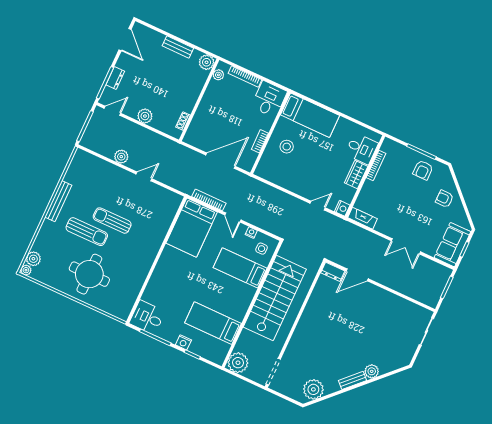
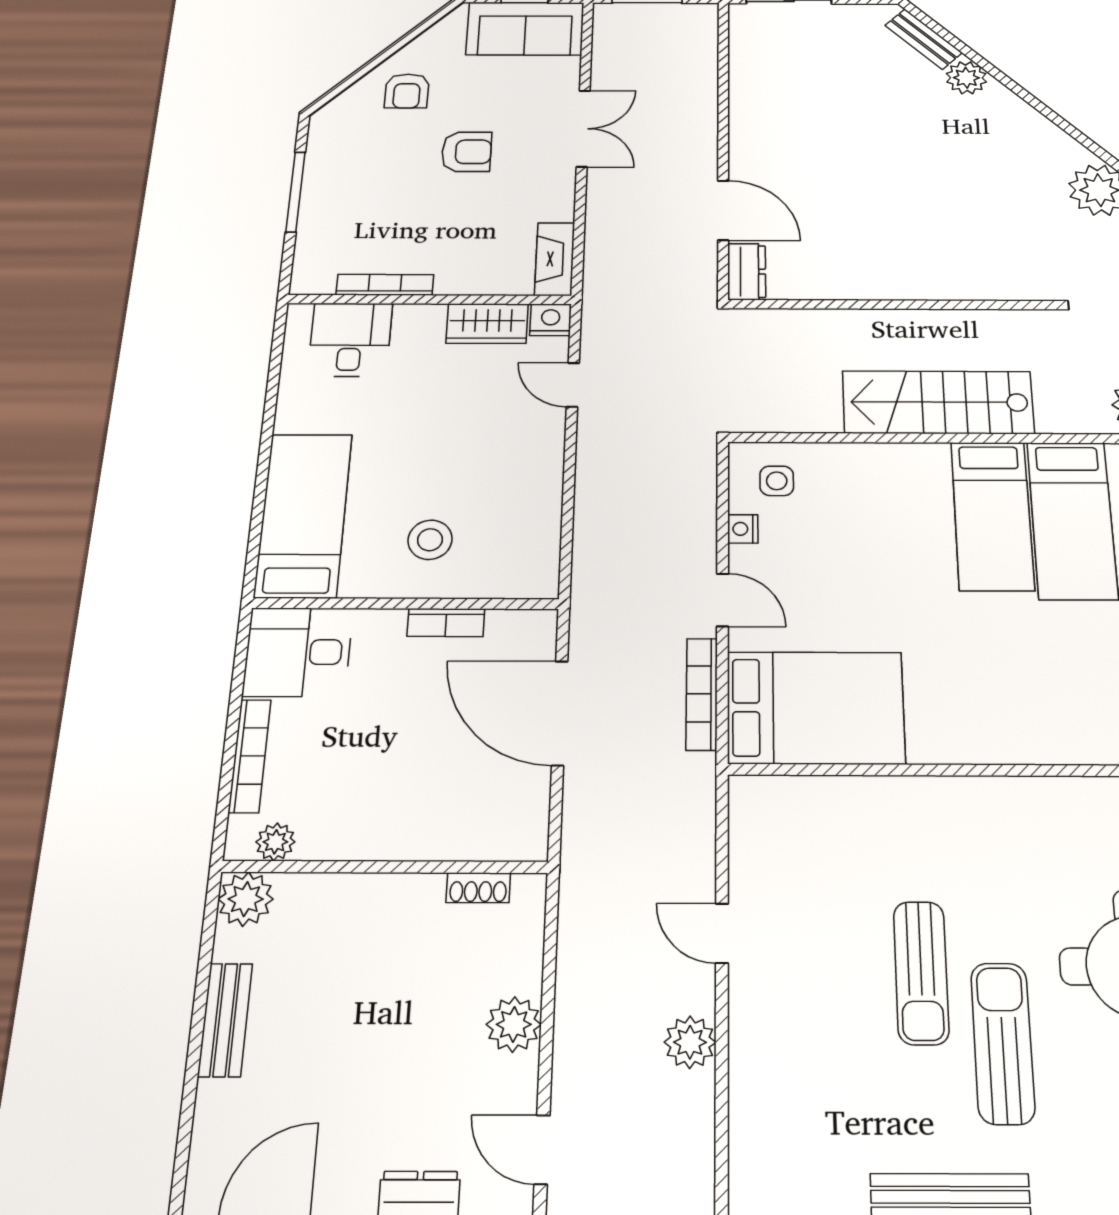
armchair: (423, 170) -> (467, 152), moved
wardrobe: (356, 175) -> (487, 324), moved
door: (233, 217) -> (722, 600), hinge flipped
bed: (240, 268) -> (992, 515), moved
stairs: (275, 298) -> (938, 402), width x0.73, depth x0.66
bench: (352, 380) -> (924, 39), moved

